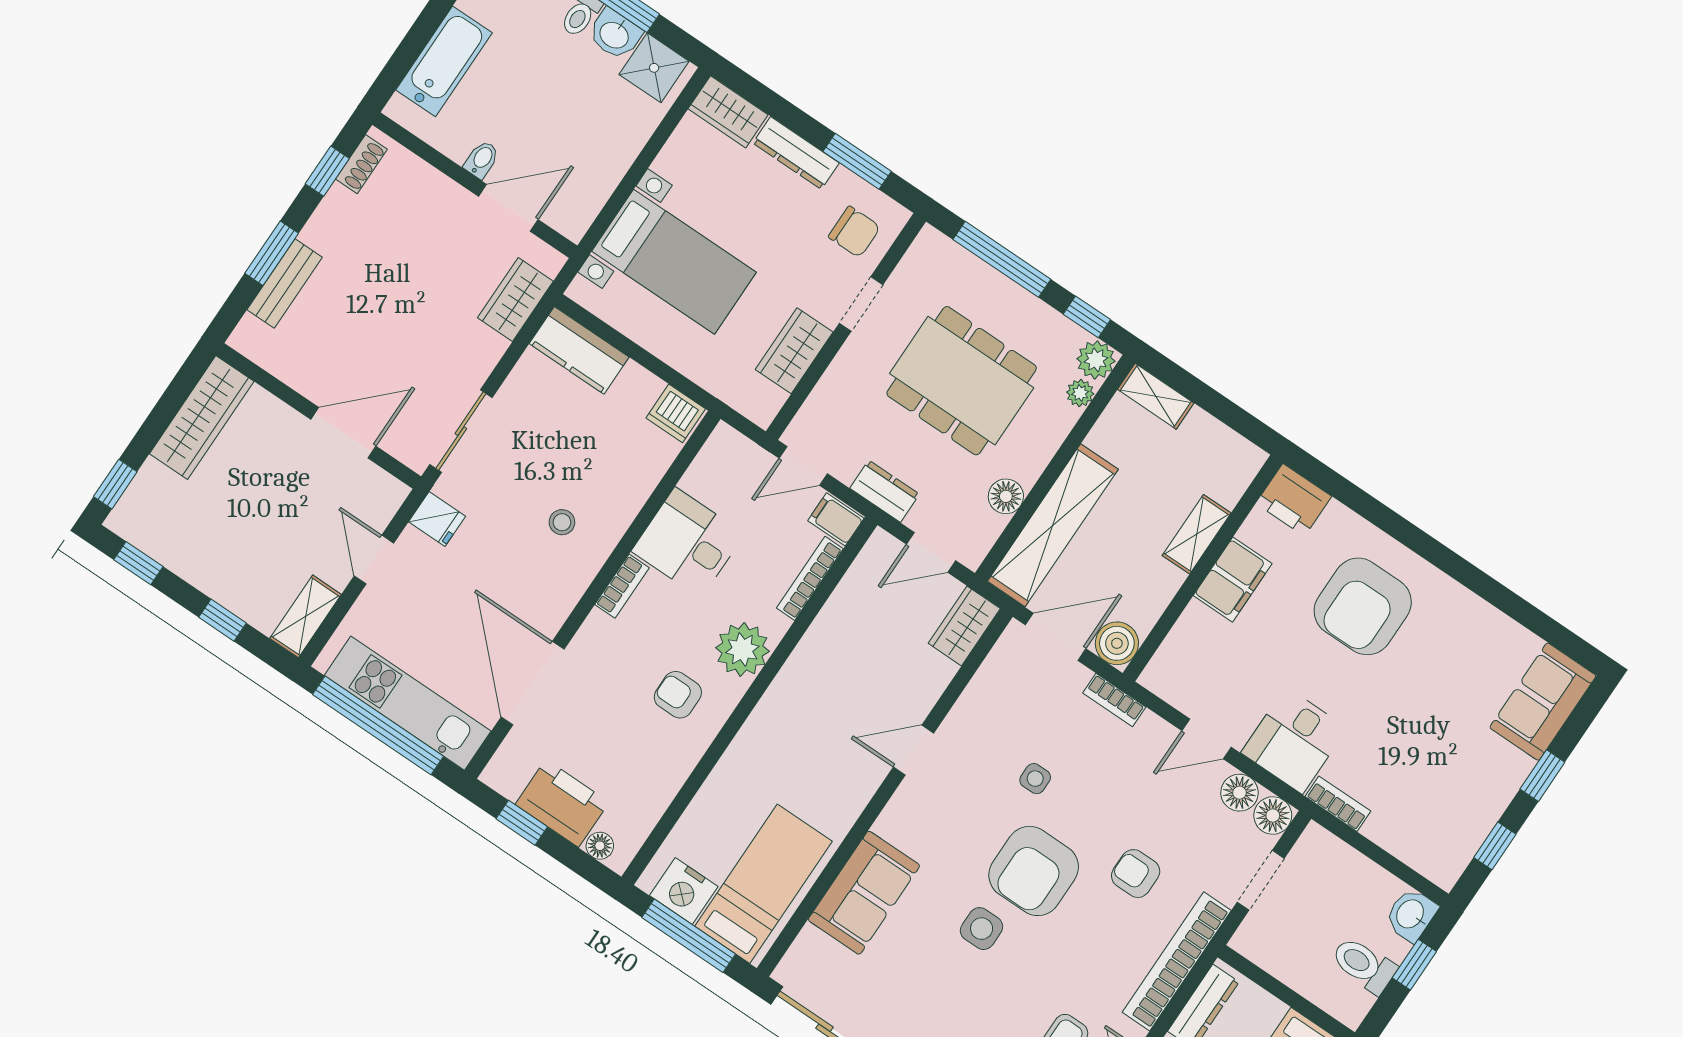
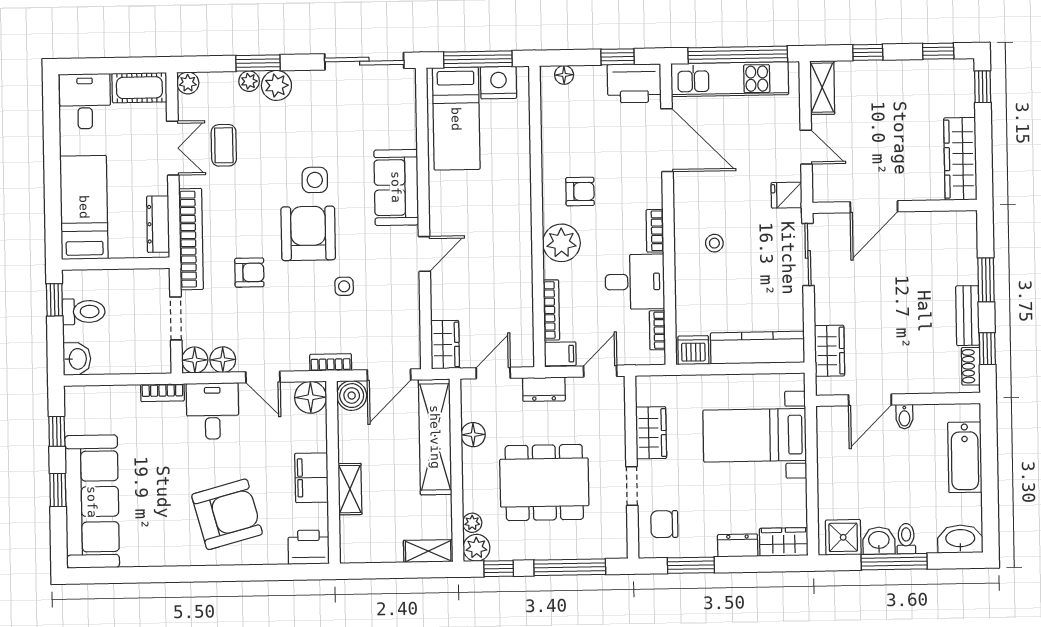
dresser: (796, 153) -> (738, 545), width x0.70
bench: (285, 283) -> (968, 316), moved
kitchen counter: (579, 350) -> (758, 348), width x1.50
bookcase: (702, 467) -> (657, 330), added
armchair: (1363, 606) -> (227, 514), turned 75
floor lamp: (1167, 675) -> (311, 397), added
sofa: (1543, 702) -> (92, 502), width x1.85, depth x1.27
door: (1206, 739) -> (263, 377), swing flipped
printer: (562, 803) -> (634, 83), moved
sofa: (864, 893) -> (396, 187), moved
window: (1414, 965) -> (54, 300), moved

